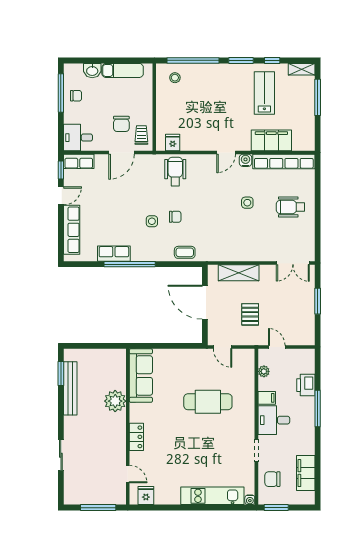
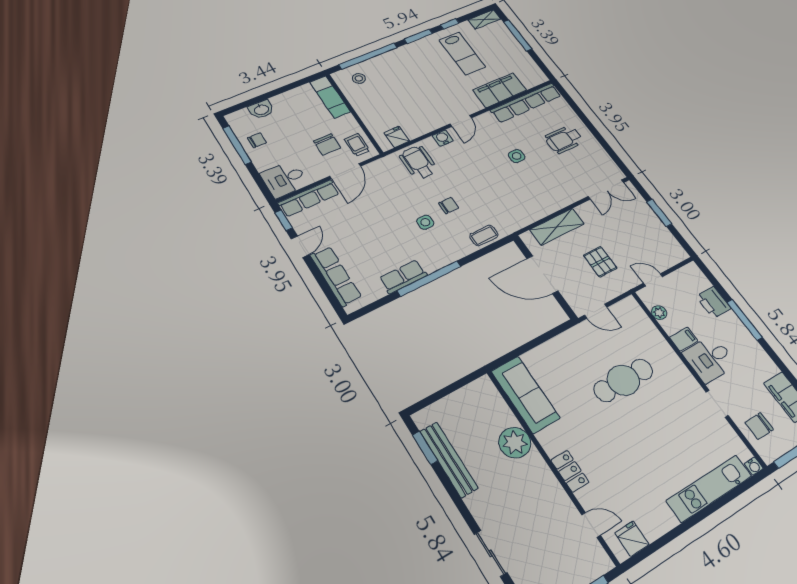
exam couch: (123, 70) -> (330, 97), moved, turned 90
lab bench: (264, 93) -> (462, 53), turned 180
water cooler: (246, 160) -> (443, 138), moved
row of seats: (79, 161) -> (309, 198), width x1.48

